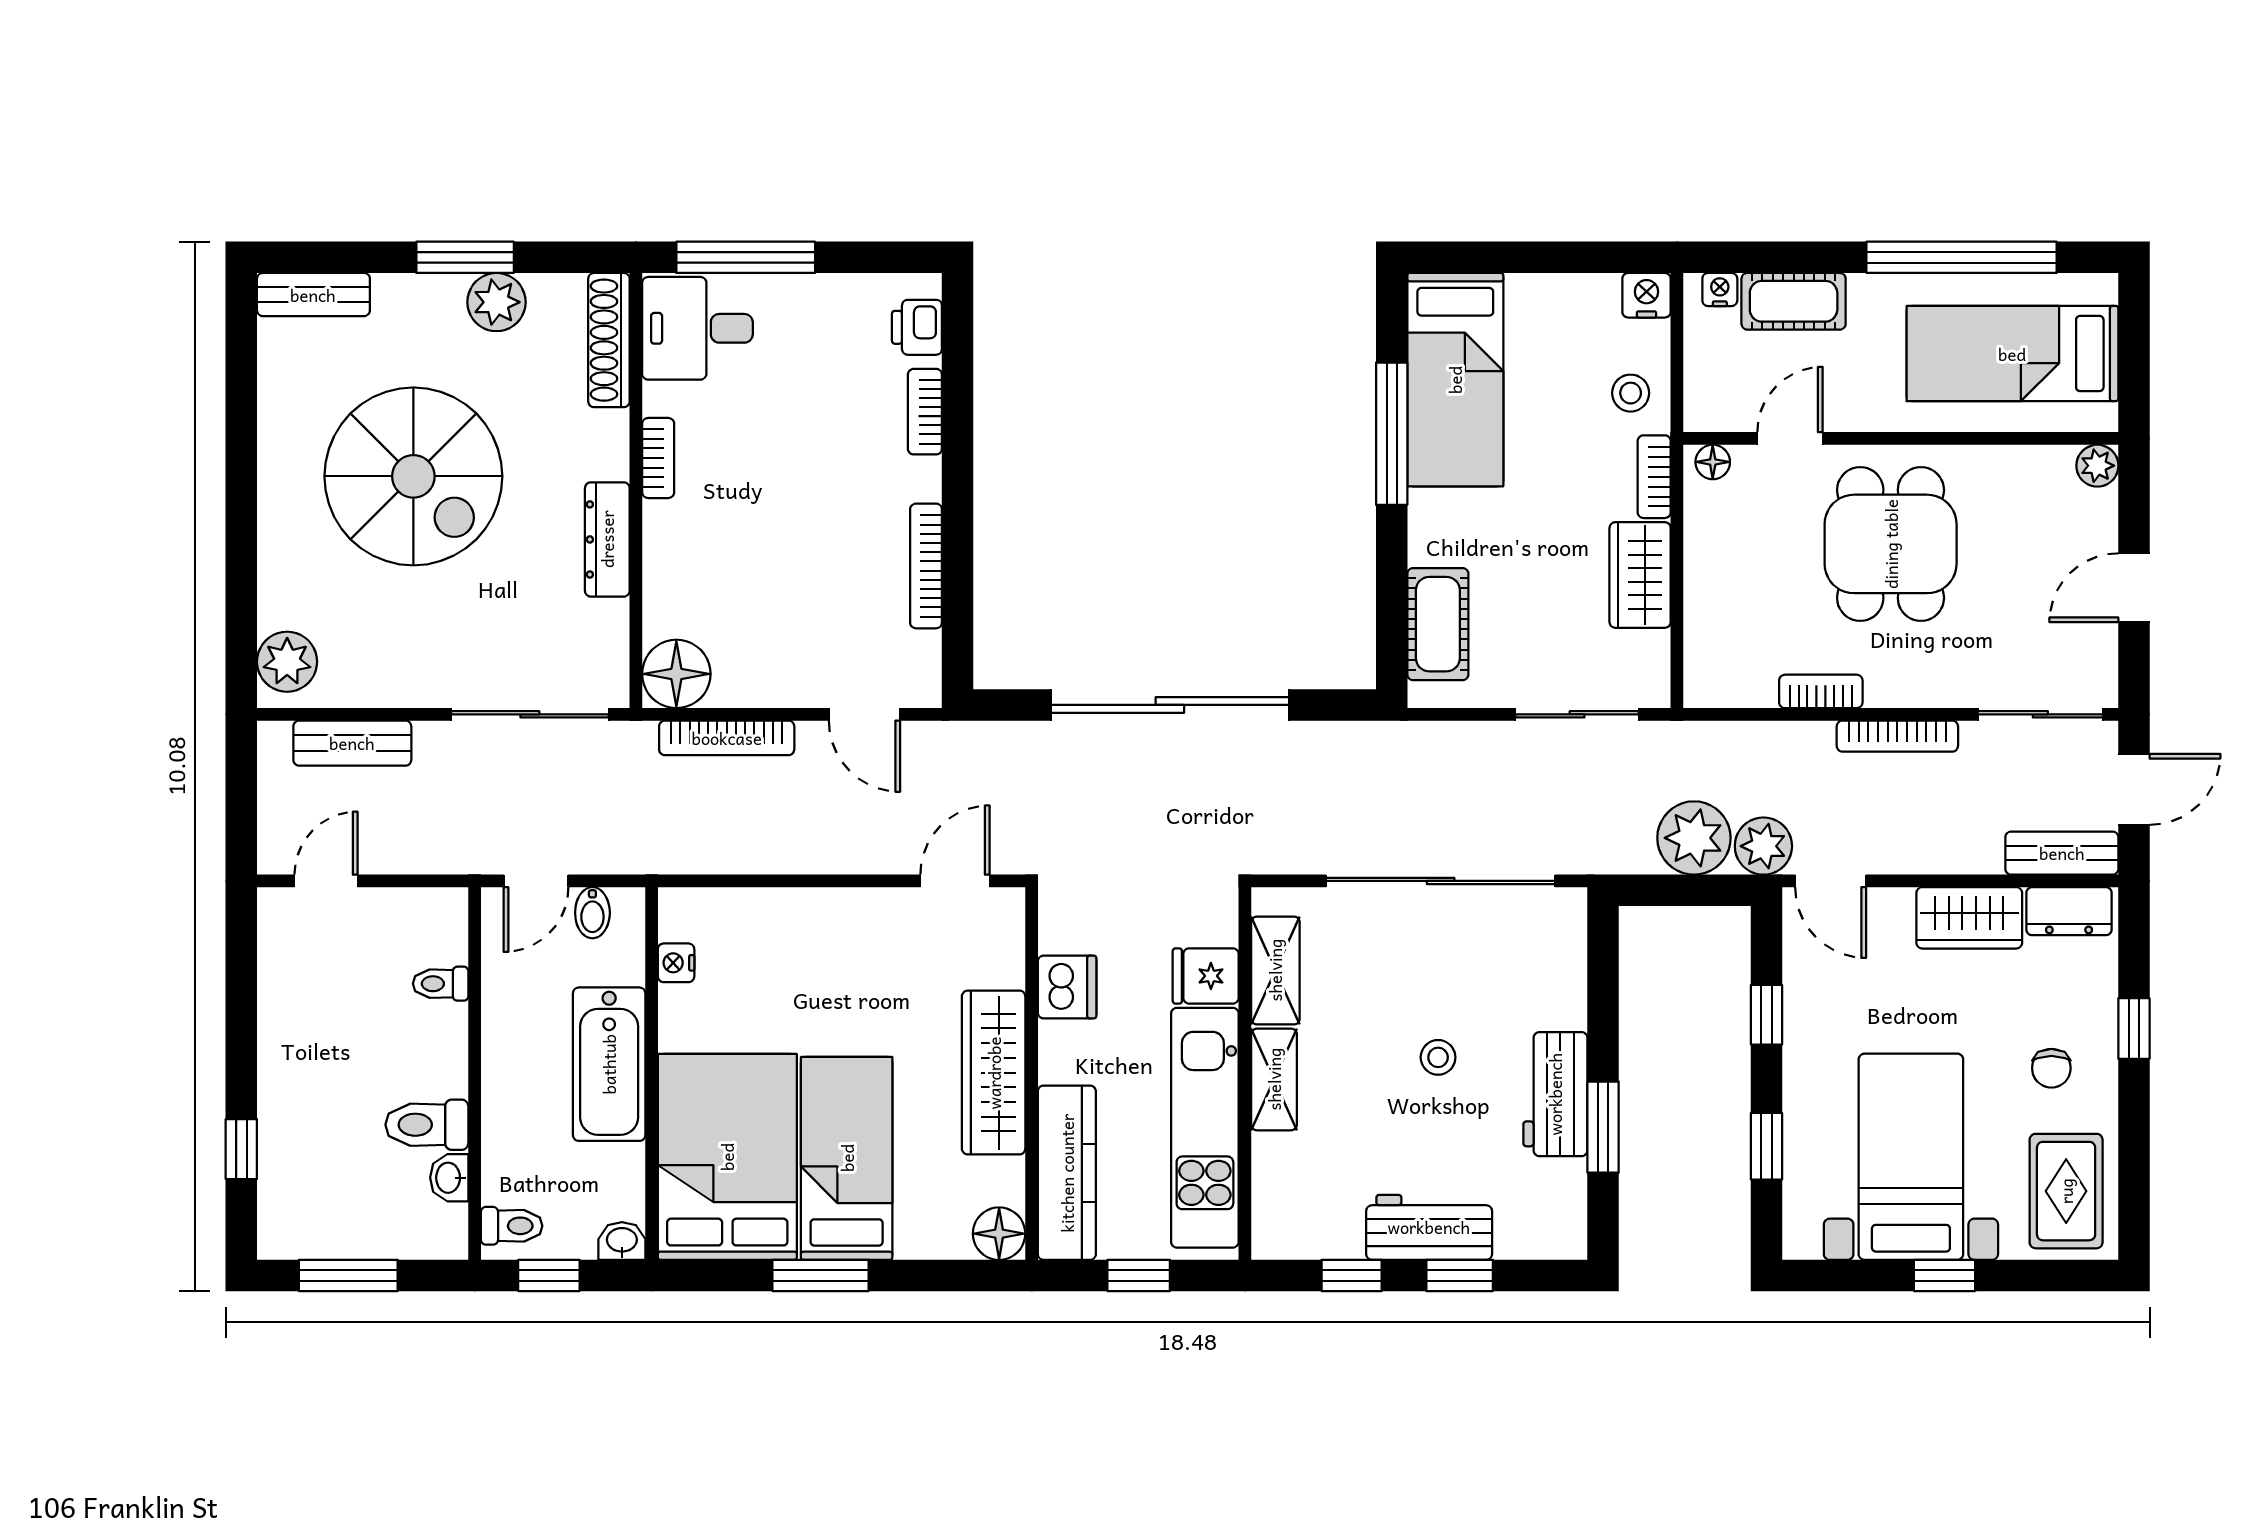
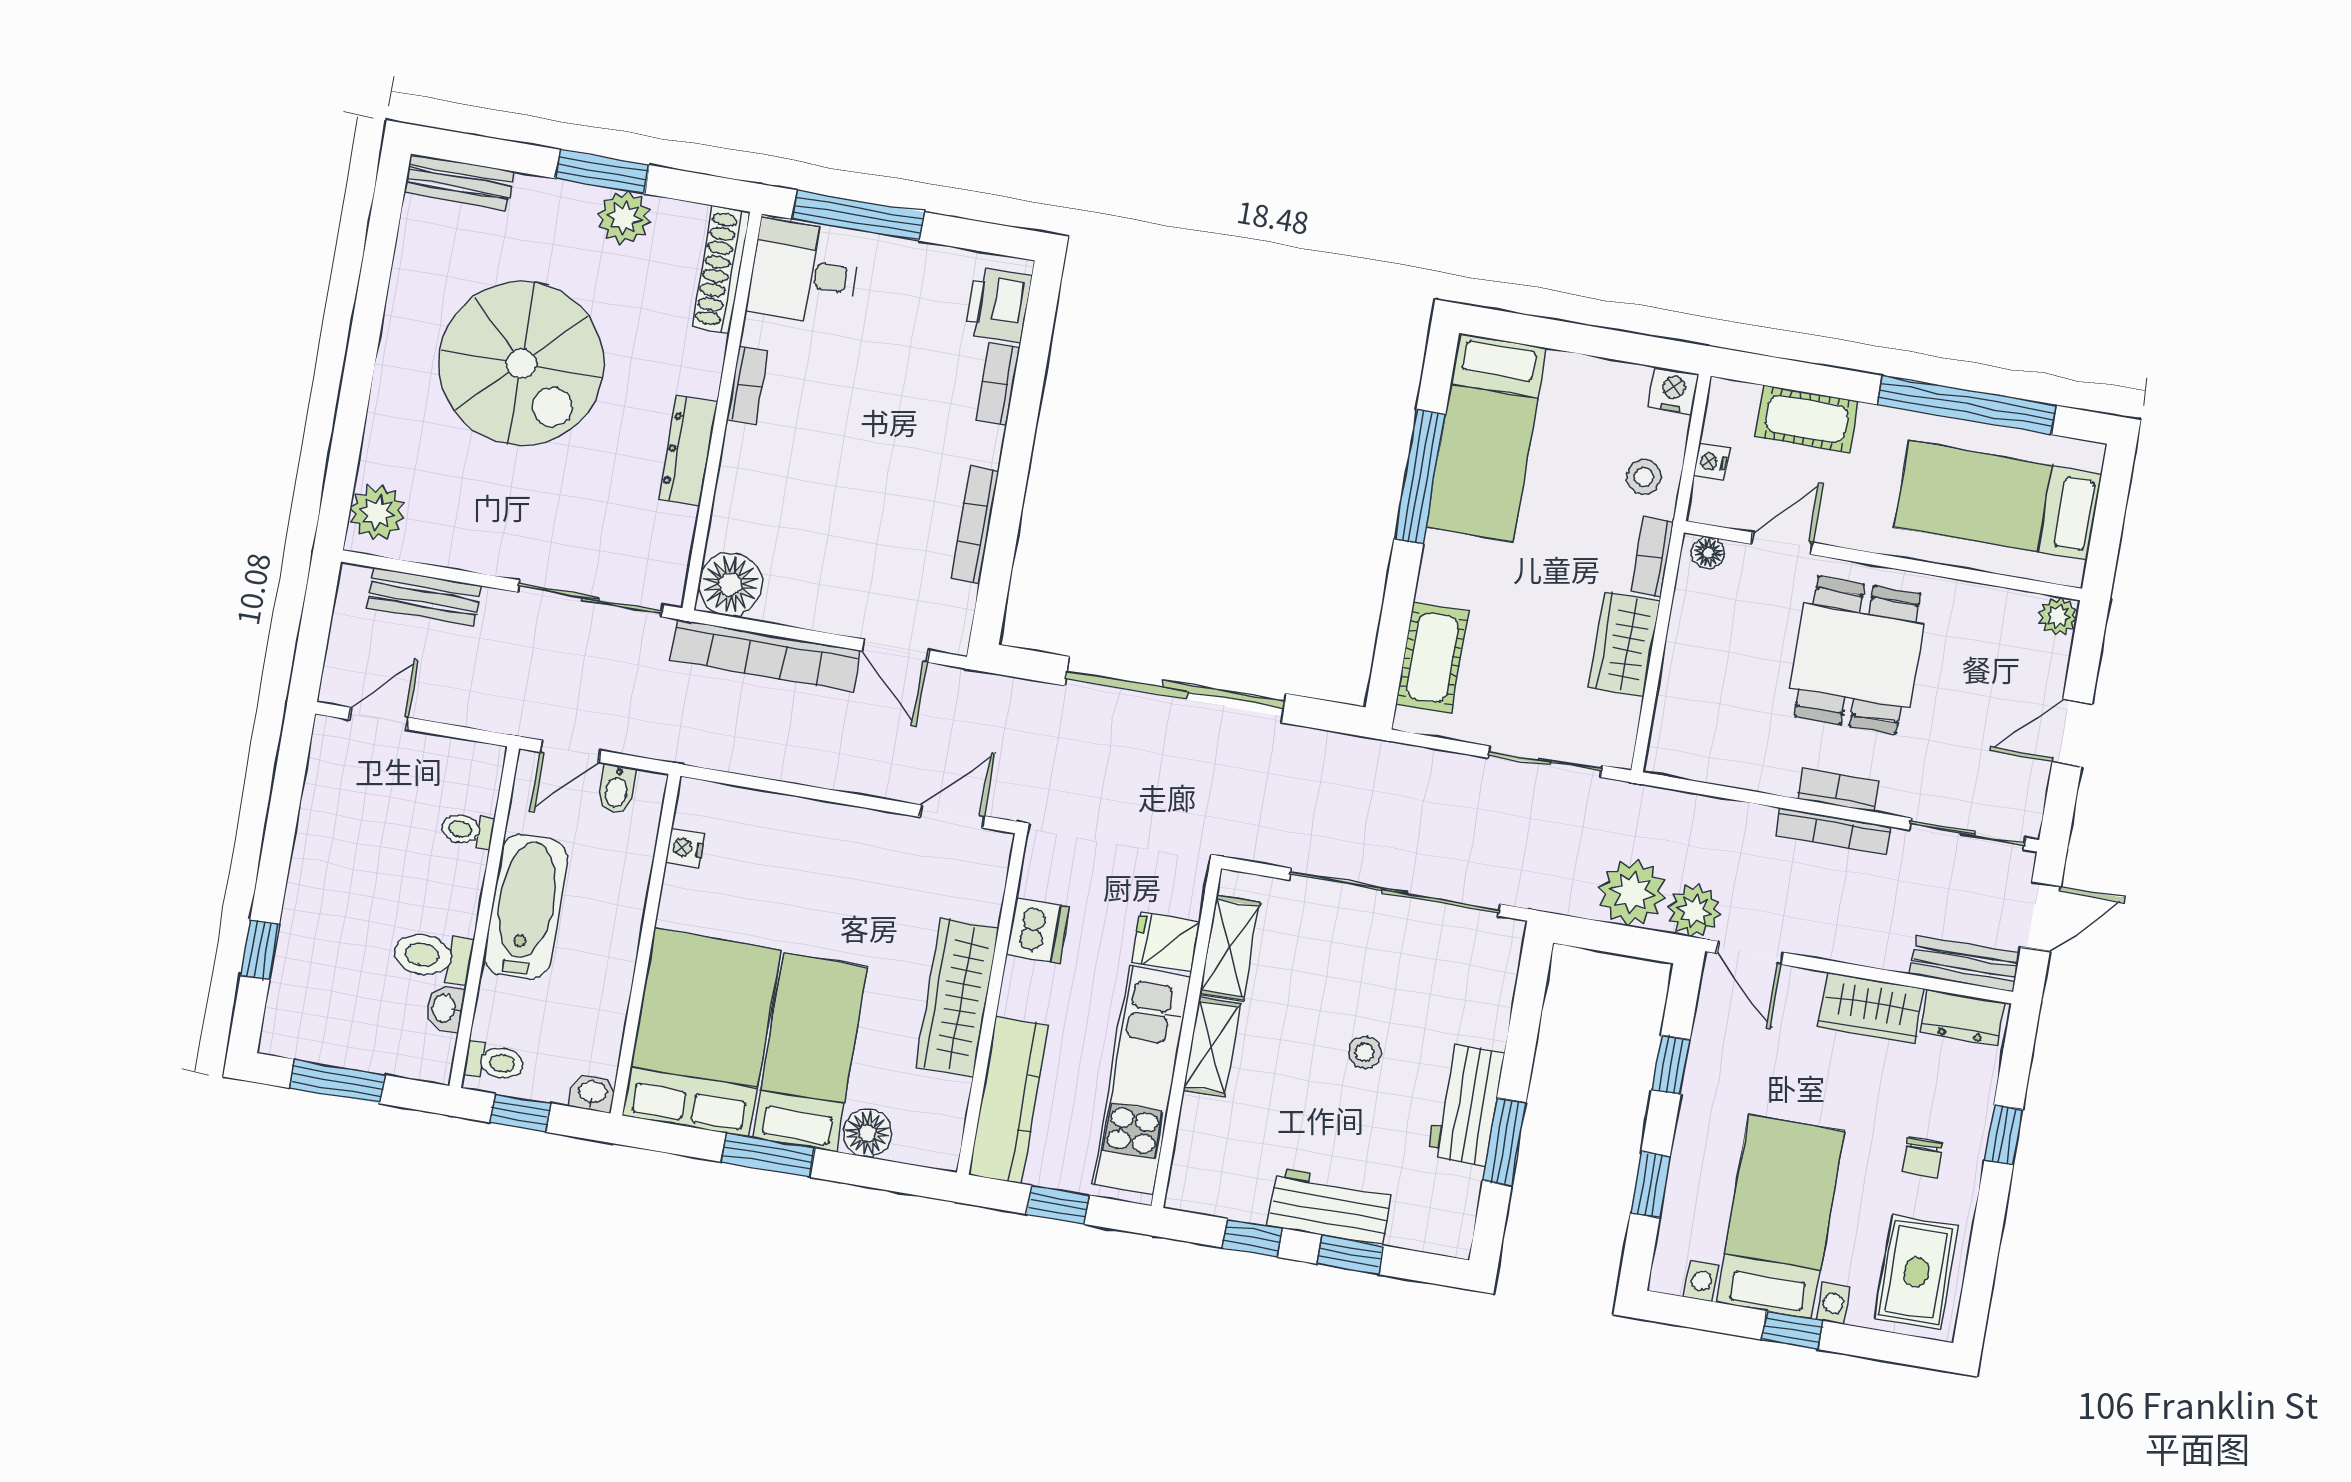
nightstand: (1720, 290) -> (1711, 462), moved, turned -90
printer: (917, 327) -> (998, 305), width x1.36, depth x1.24
bookcase: (1821, 691) -> (1838, 790), moved
bookcase: (727, 738) -> (765, 655), width x1.48, depth x1.31
bathtub: (609, 1064) -> (526, 907), moved, turned 180
floor lamp: (999, 1234) -> (868, 1133), moved

